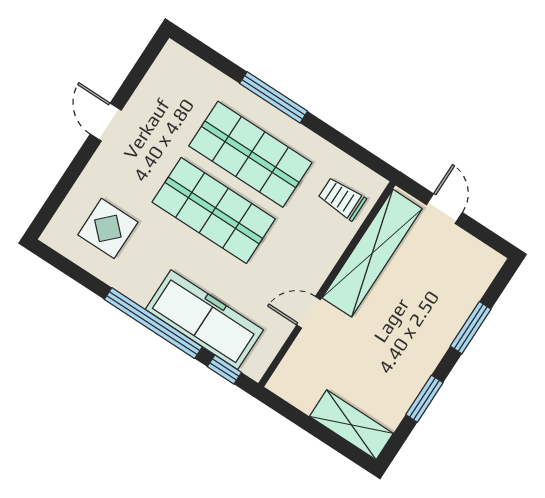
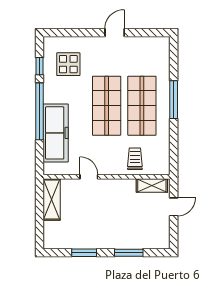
trolley: (342, 199) -> (135, 159), moved
shelving: (372, 253) -> (152, 186), width x0.45, depth x0.75
window: (224, 370) -> (40, 66), moved
shelving: (351, 425) -> (52, 200), moved

